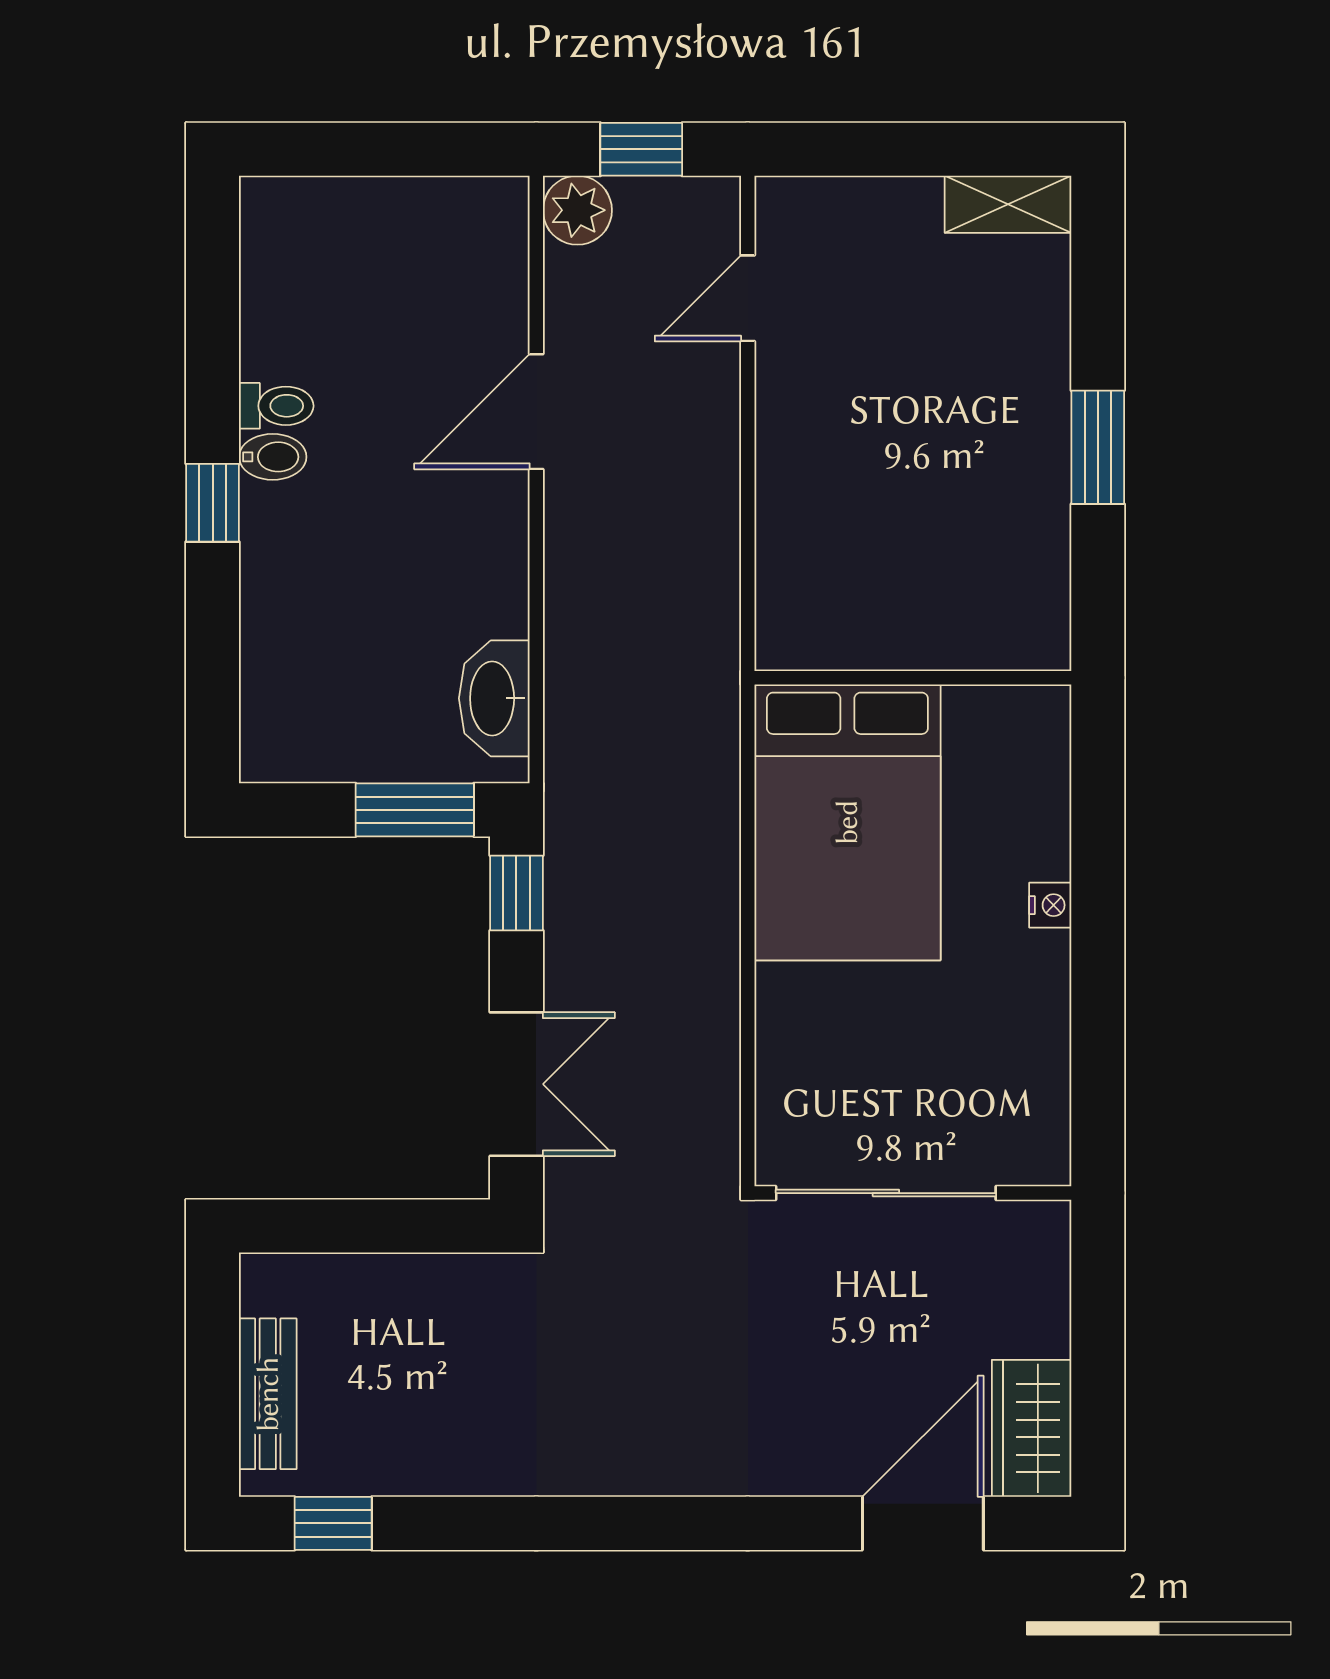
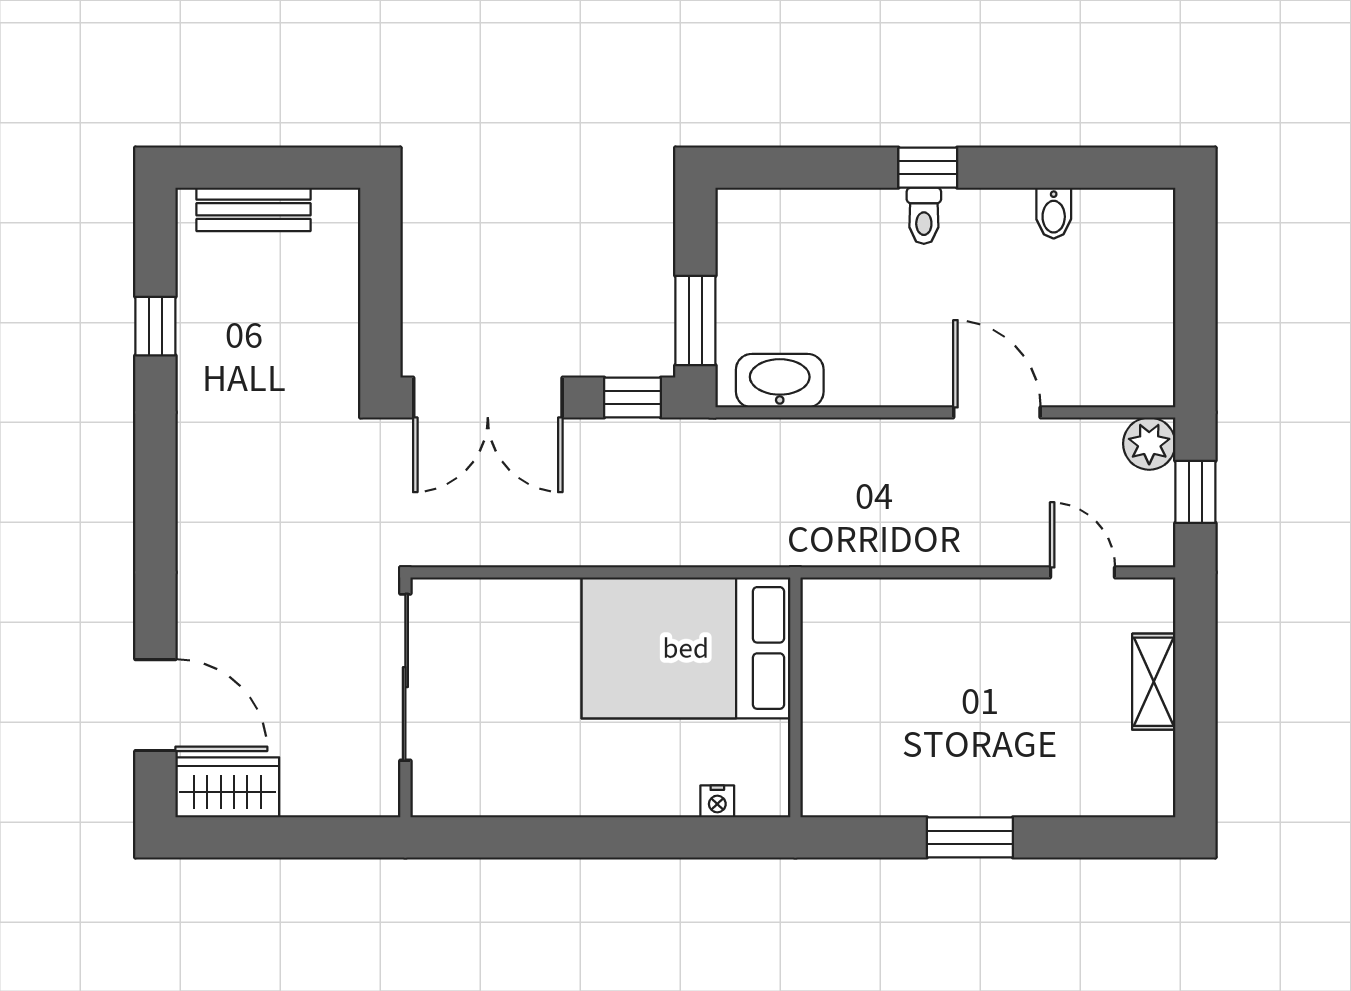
shelving: (1008, 204) -> (1154, 682), moved
toilet: (276, 406) -> (924, 216), moved
bidet: (273, 457) -> (1054, 213), moved
nightstand: (1050, 905) -> (717, 801), moved
double door: (516, 1084) -> (488, 397), width x1.37
window: (333, 1523) -> (155, 326), moved

